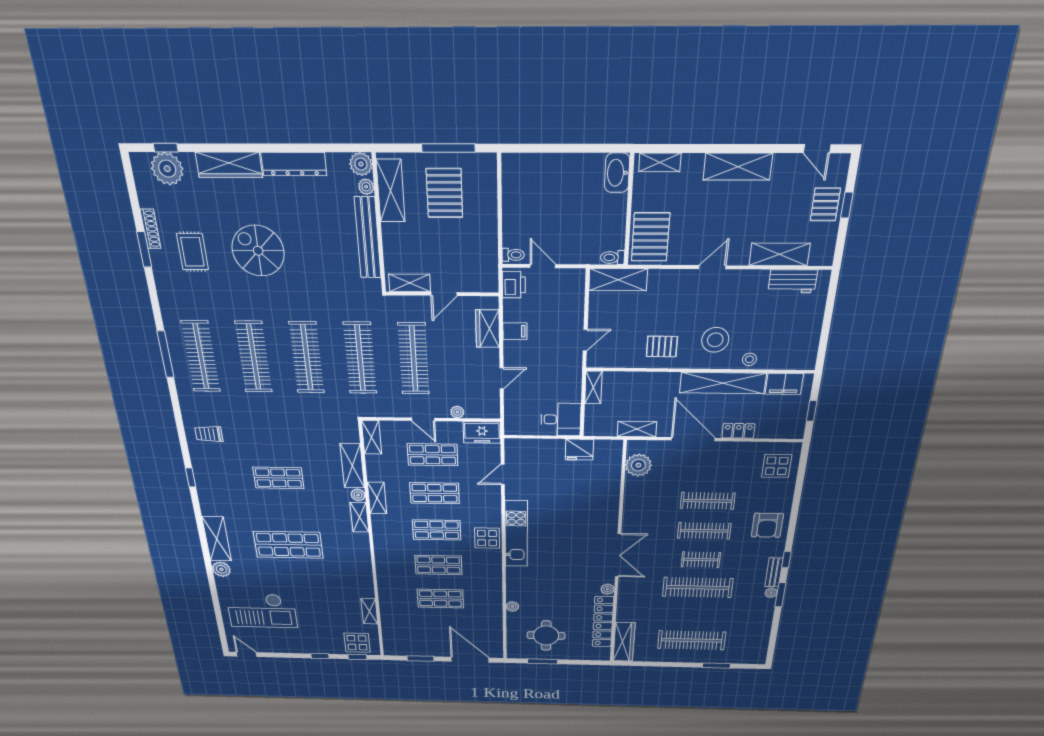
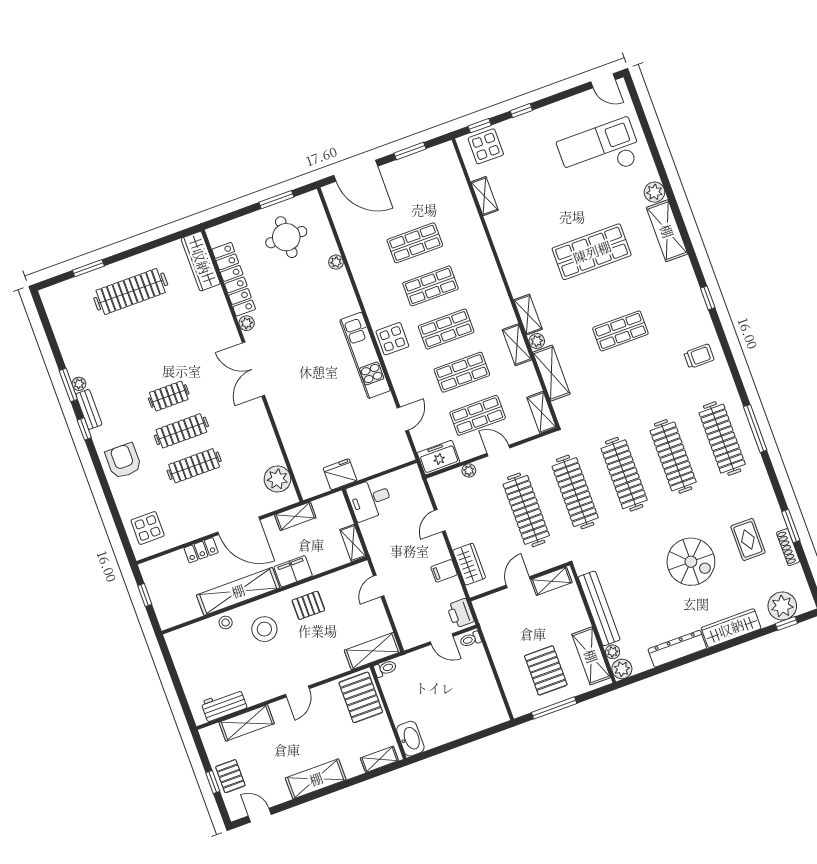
filing cabinet: (784, 384) -> (293, 571), moved
clothes rail: (698, 587) -> (156, 361), removed

